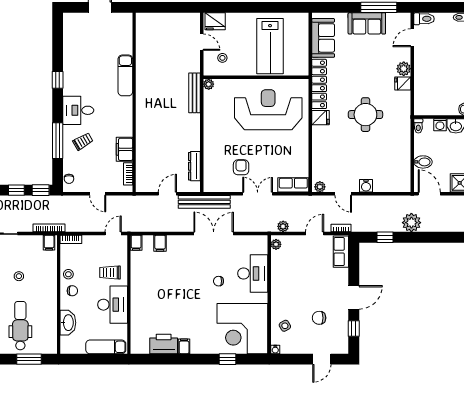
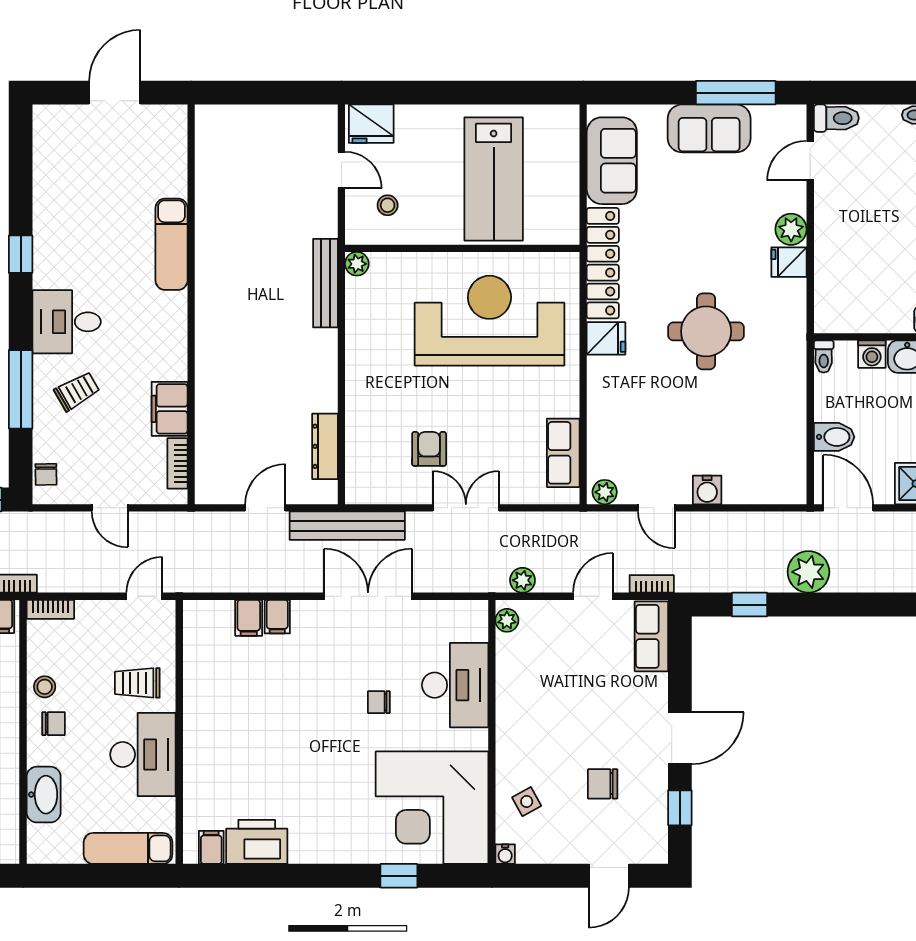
row of seats: (293, 185) -> (563, 453), moved, turned -90
filing cabinet: (136, 243) -> (277, 617), moved
filing cabinet: (184, 346) -> (211, 847), moved

